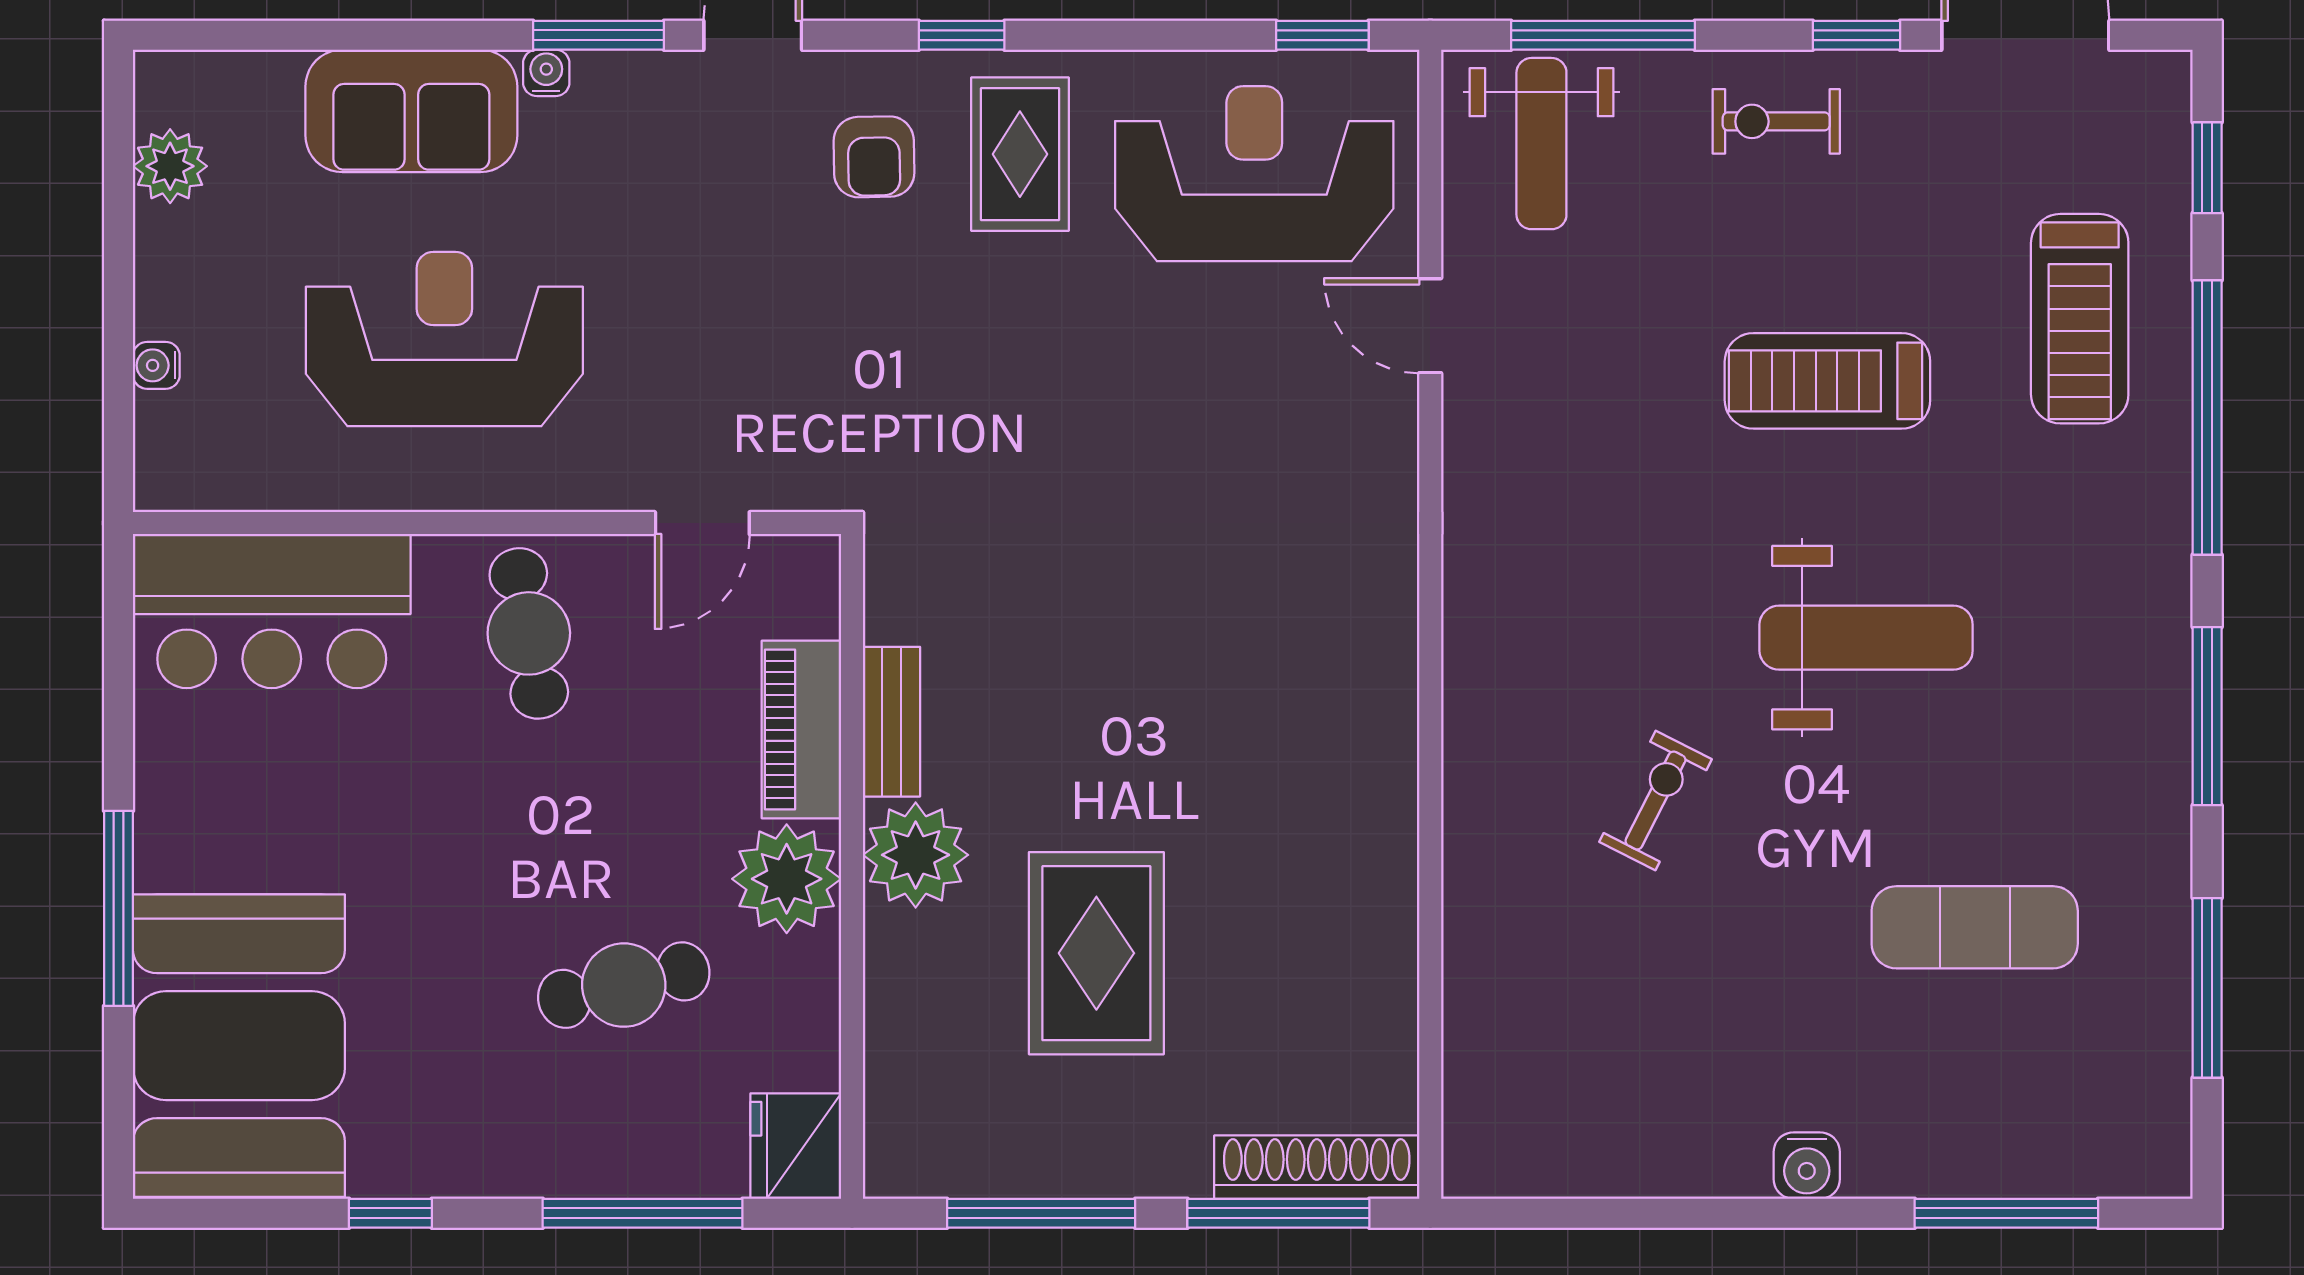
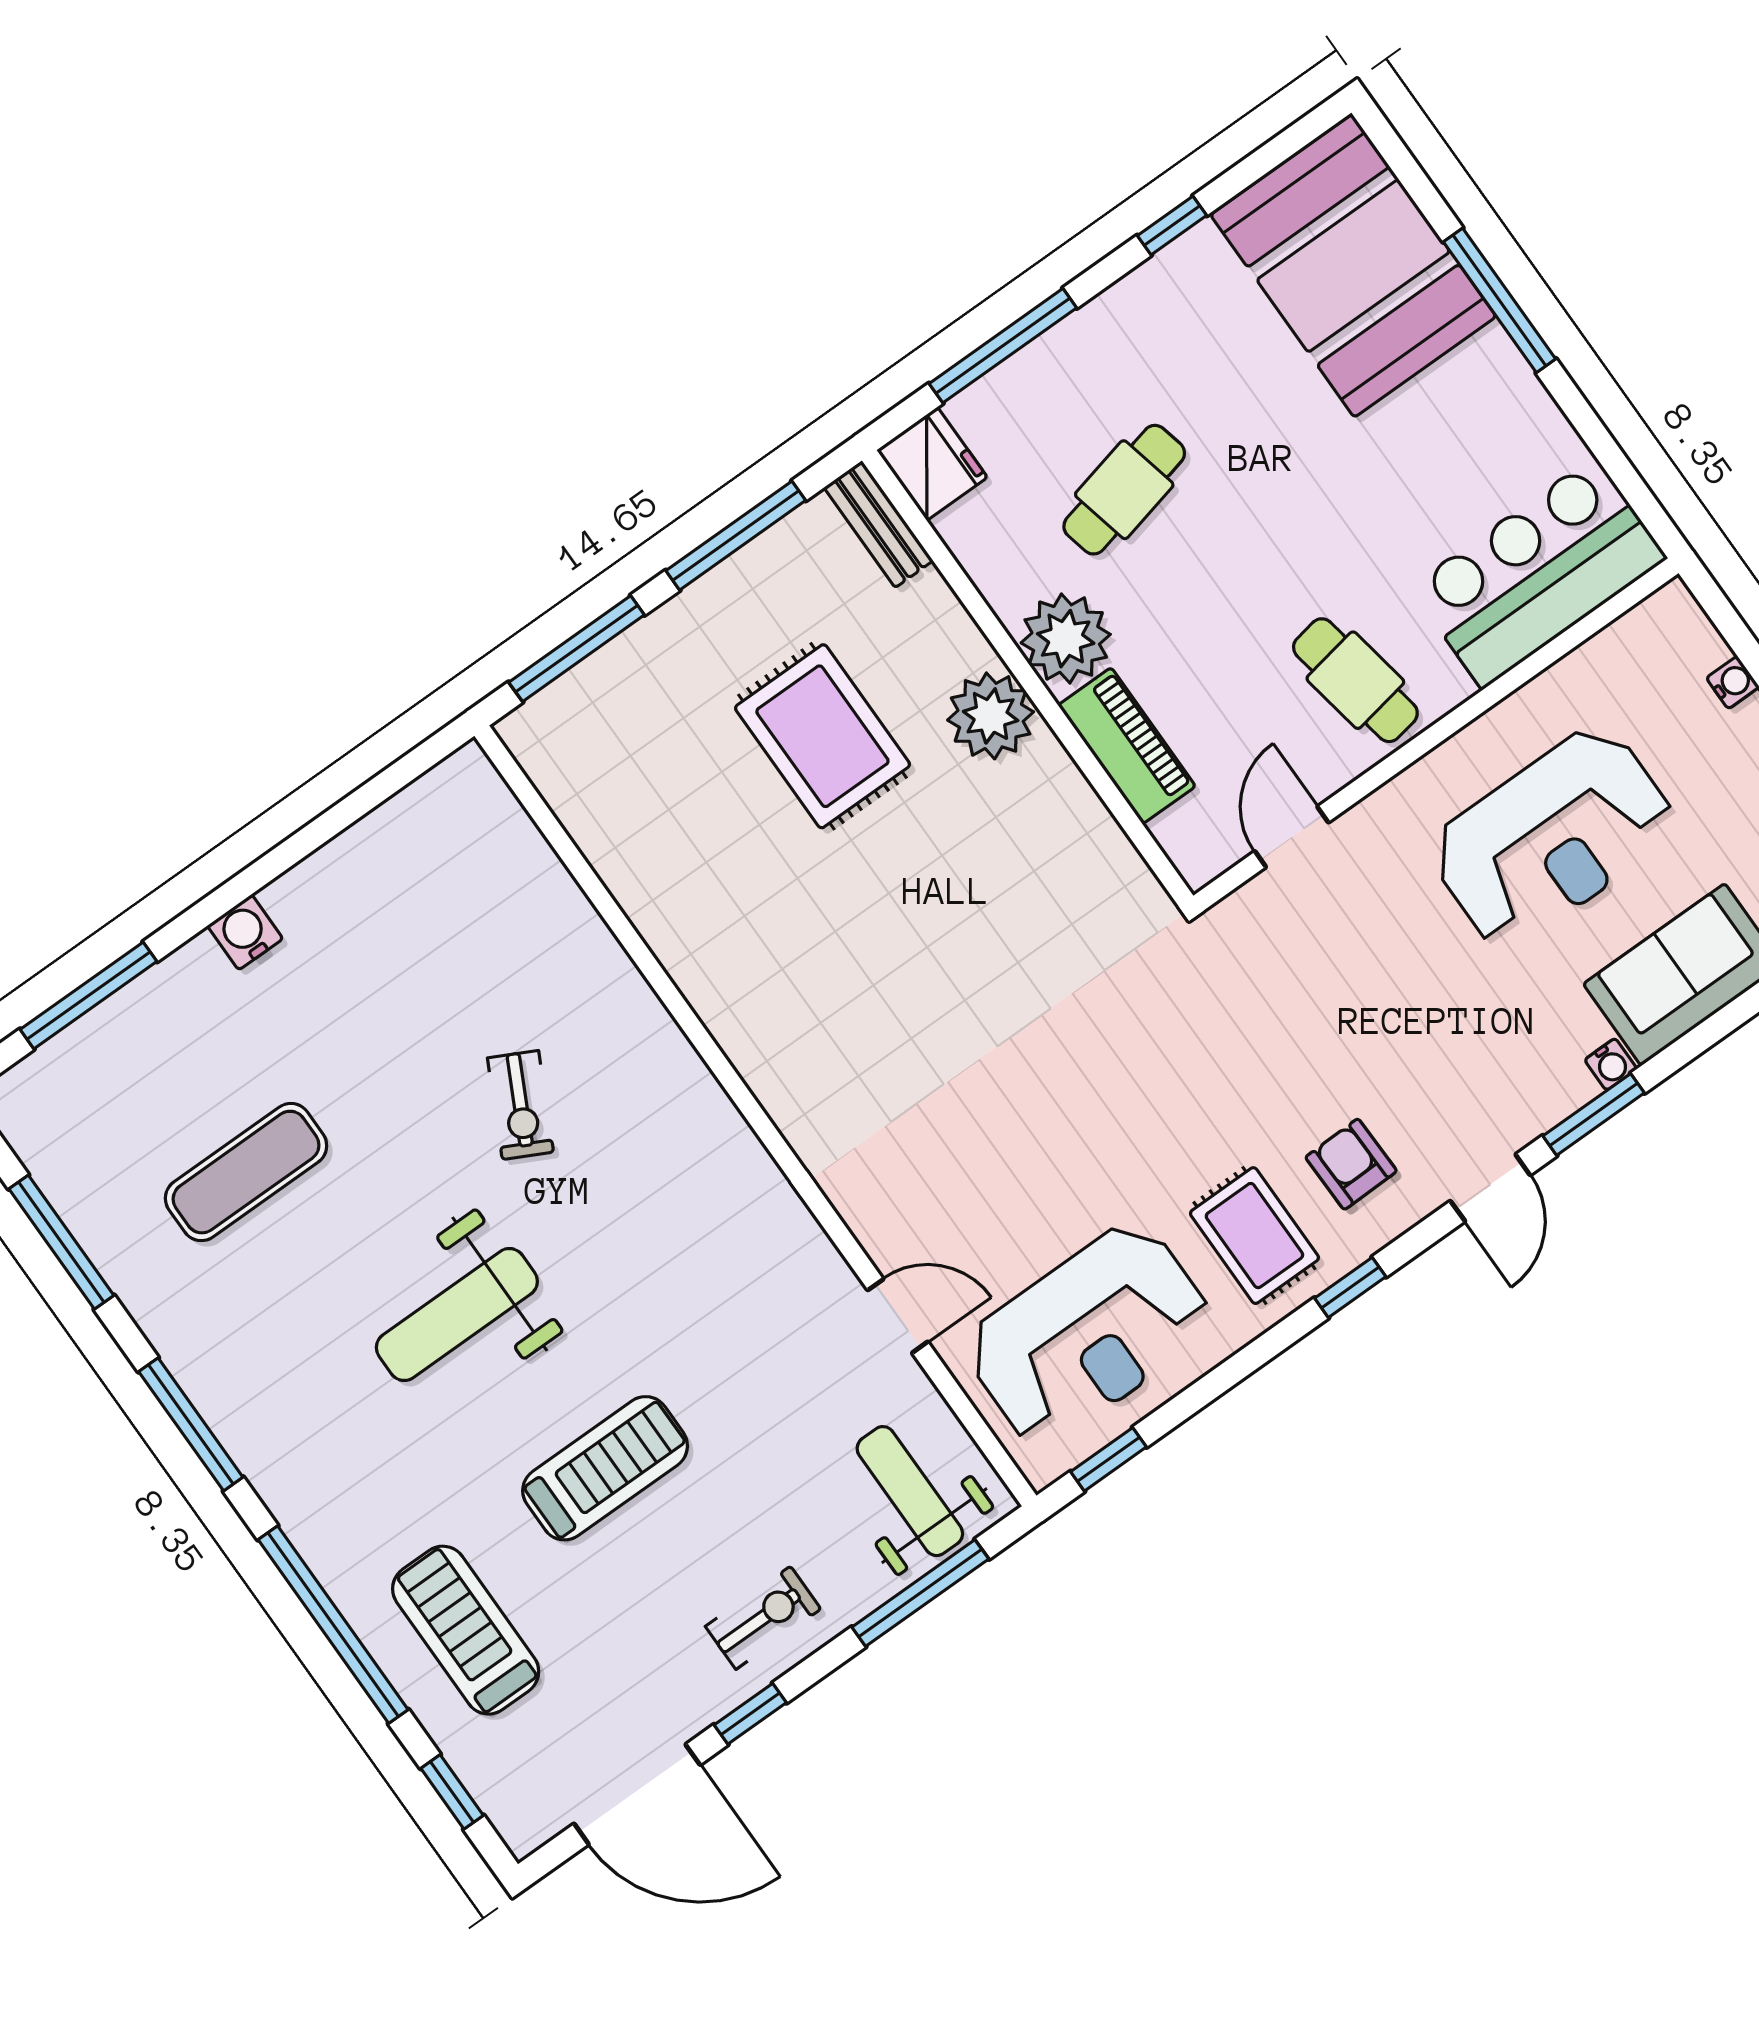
bench: (891, 722) -> (879, 524), moved
shoe rack: (1317, 1167) -> (573, 698), removed

